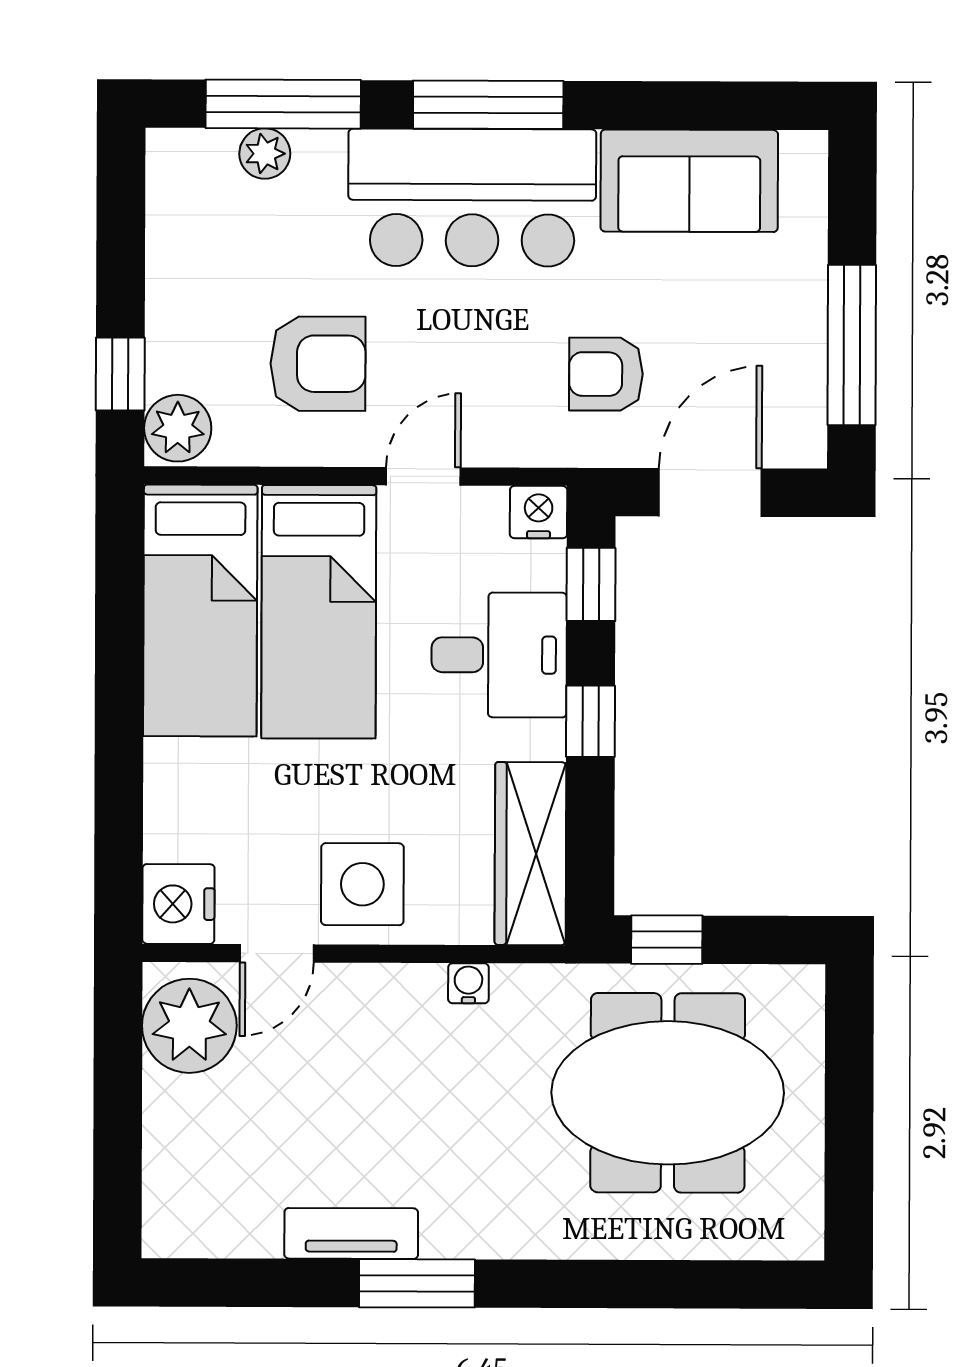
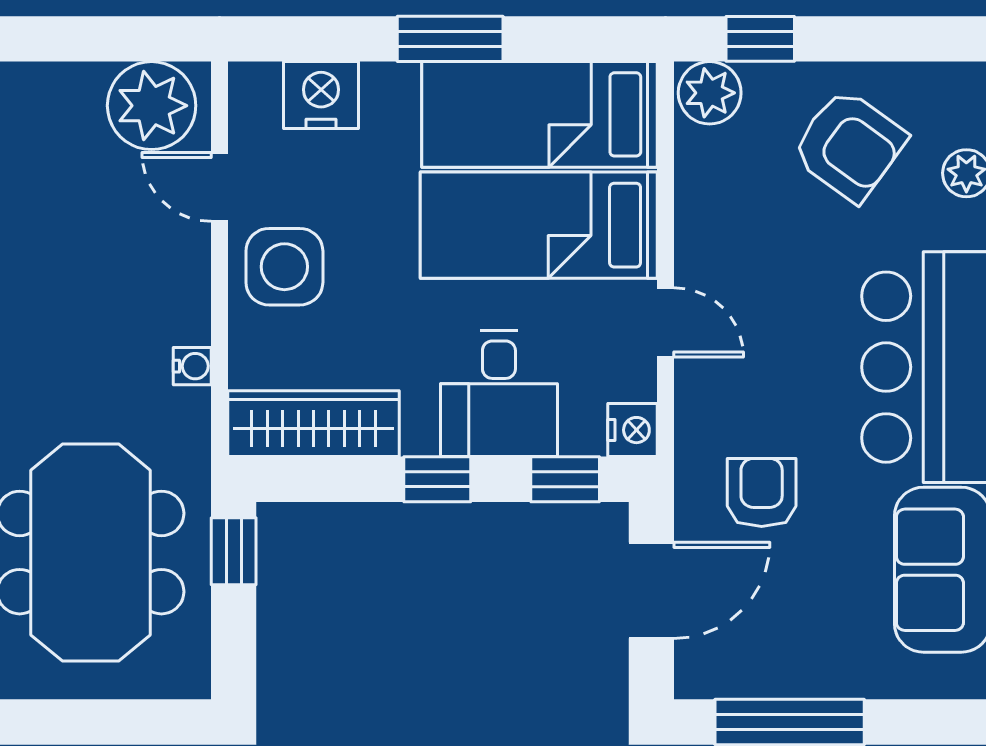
armchair: (318, 364) -> (849, 145), moved, turned -54
door: (710, 492) -> (651, 590), hinge flipped
window: (119, 706) -> (450, 39), added
nightstand: (178, 904) -> (321, 95), moved

